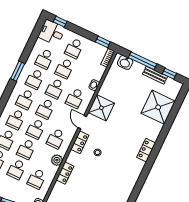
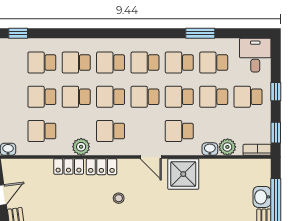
window: (60, 22) -> (276, 92), moved
washbasin: (125, 62) -> (262, 197), moved
window: (18, 71) -> (200, 33), moved
plant: (98, 74) -> (227, 147), added
door: (82, 122) -> (151, 157), swing flipped
locker: (80, 142) -> (101, 167), moved

